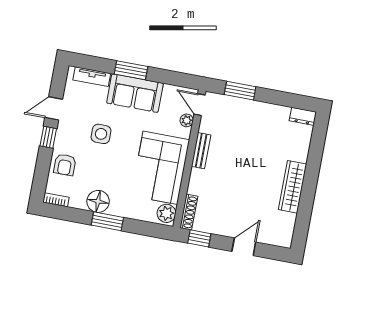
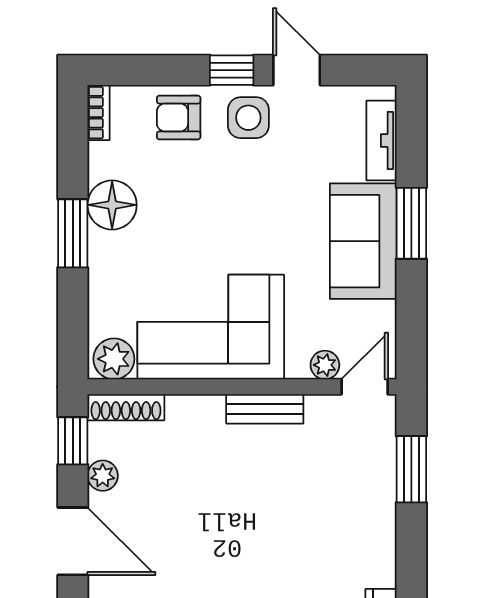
side table: (101, 134) -> (248, 118), moved
plant: (217, 228) -> (103, 476), added
door: (244, 247) -> (73, 541), width x1.38

